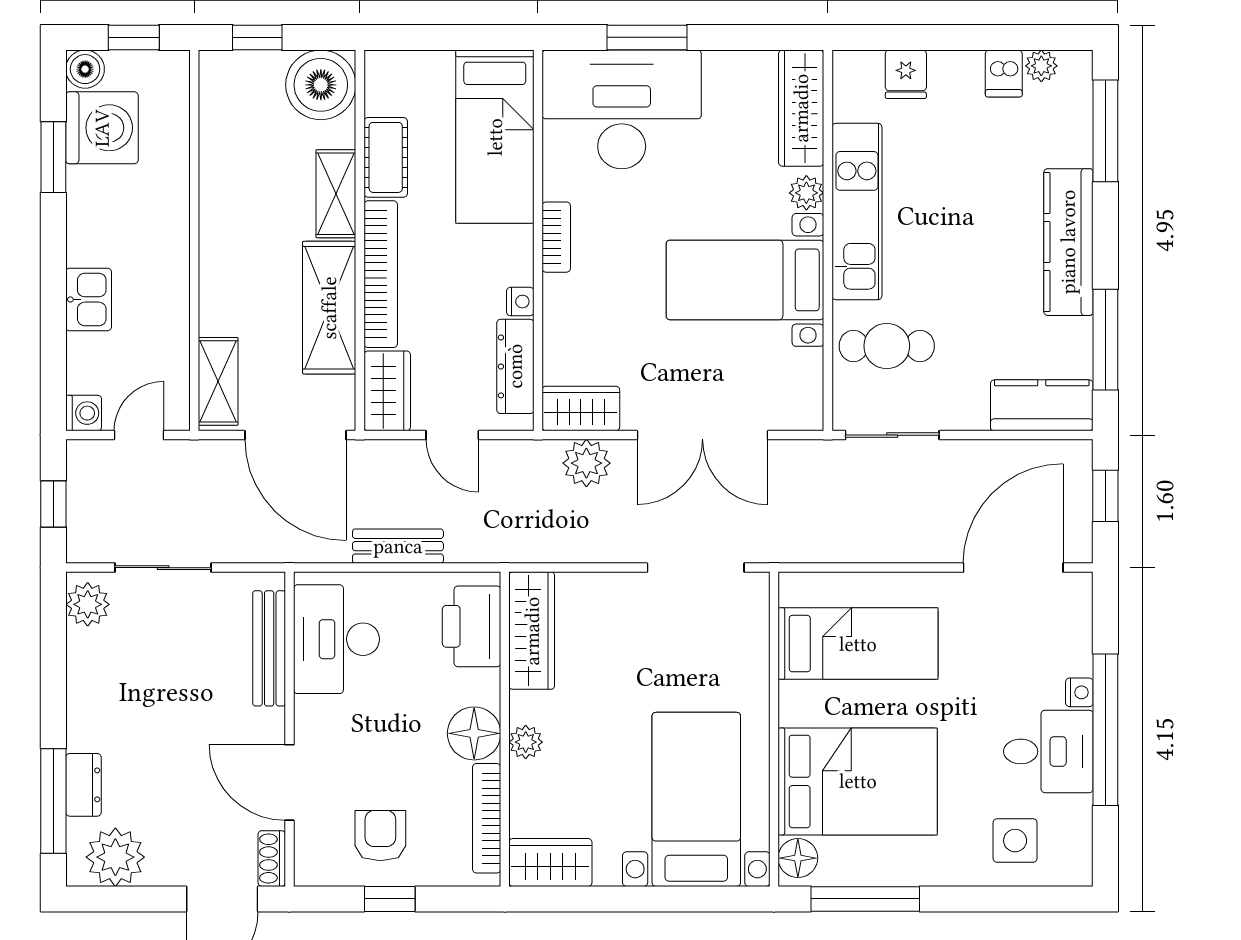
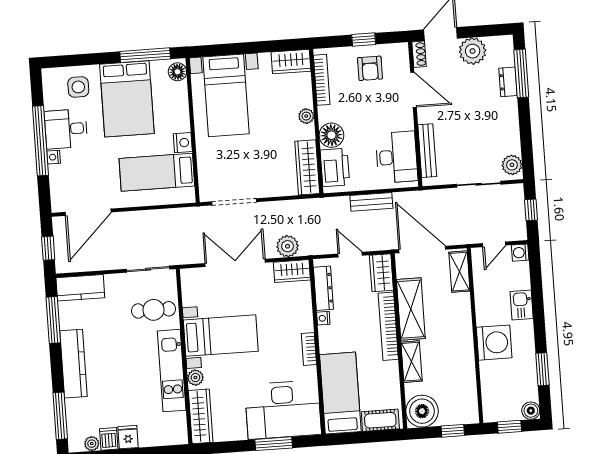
fridge: (906, 74) -> (128, 437), moved
washing machine: (102, 128) -> (494, 343), moved, turned 180
cot: (386, 157) -> (380, 420), moved, turned 90
nightstand: (797, 704) -> (183, 143), added
floor lamp: (474, 733) -> (331, 135), moved
bed: (858, 781) -> (127, 99), moved, turned -90
plant: (115, 857) -> (473, 51), moved

